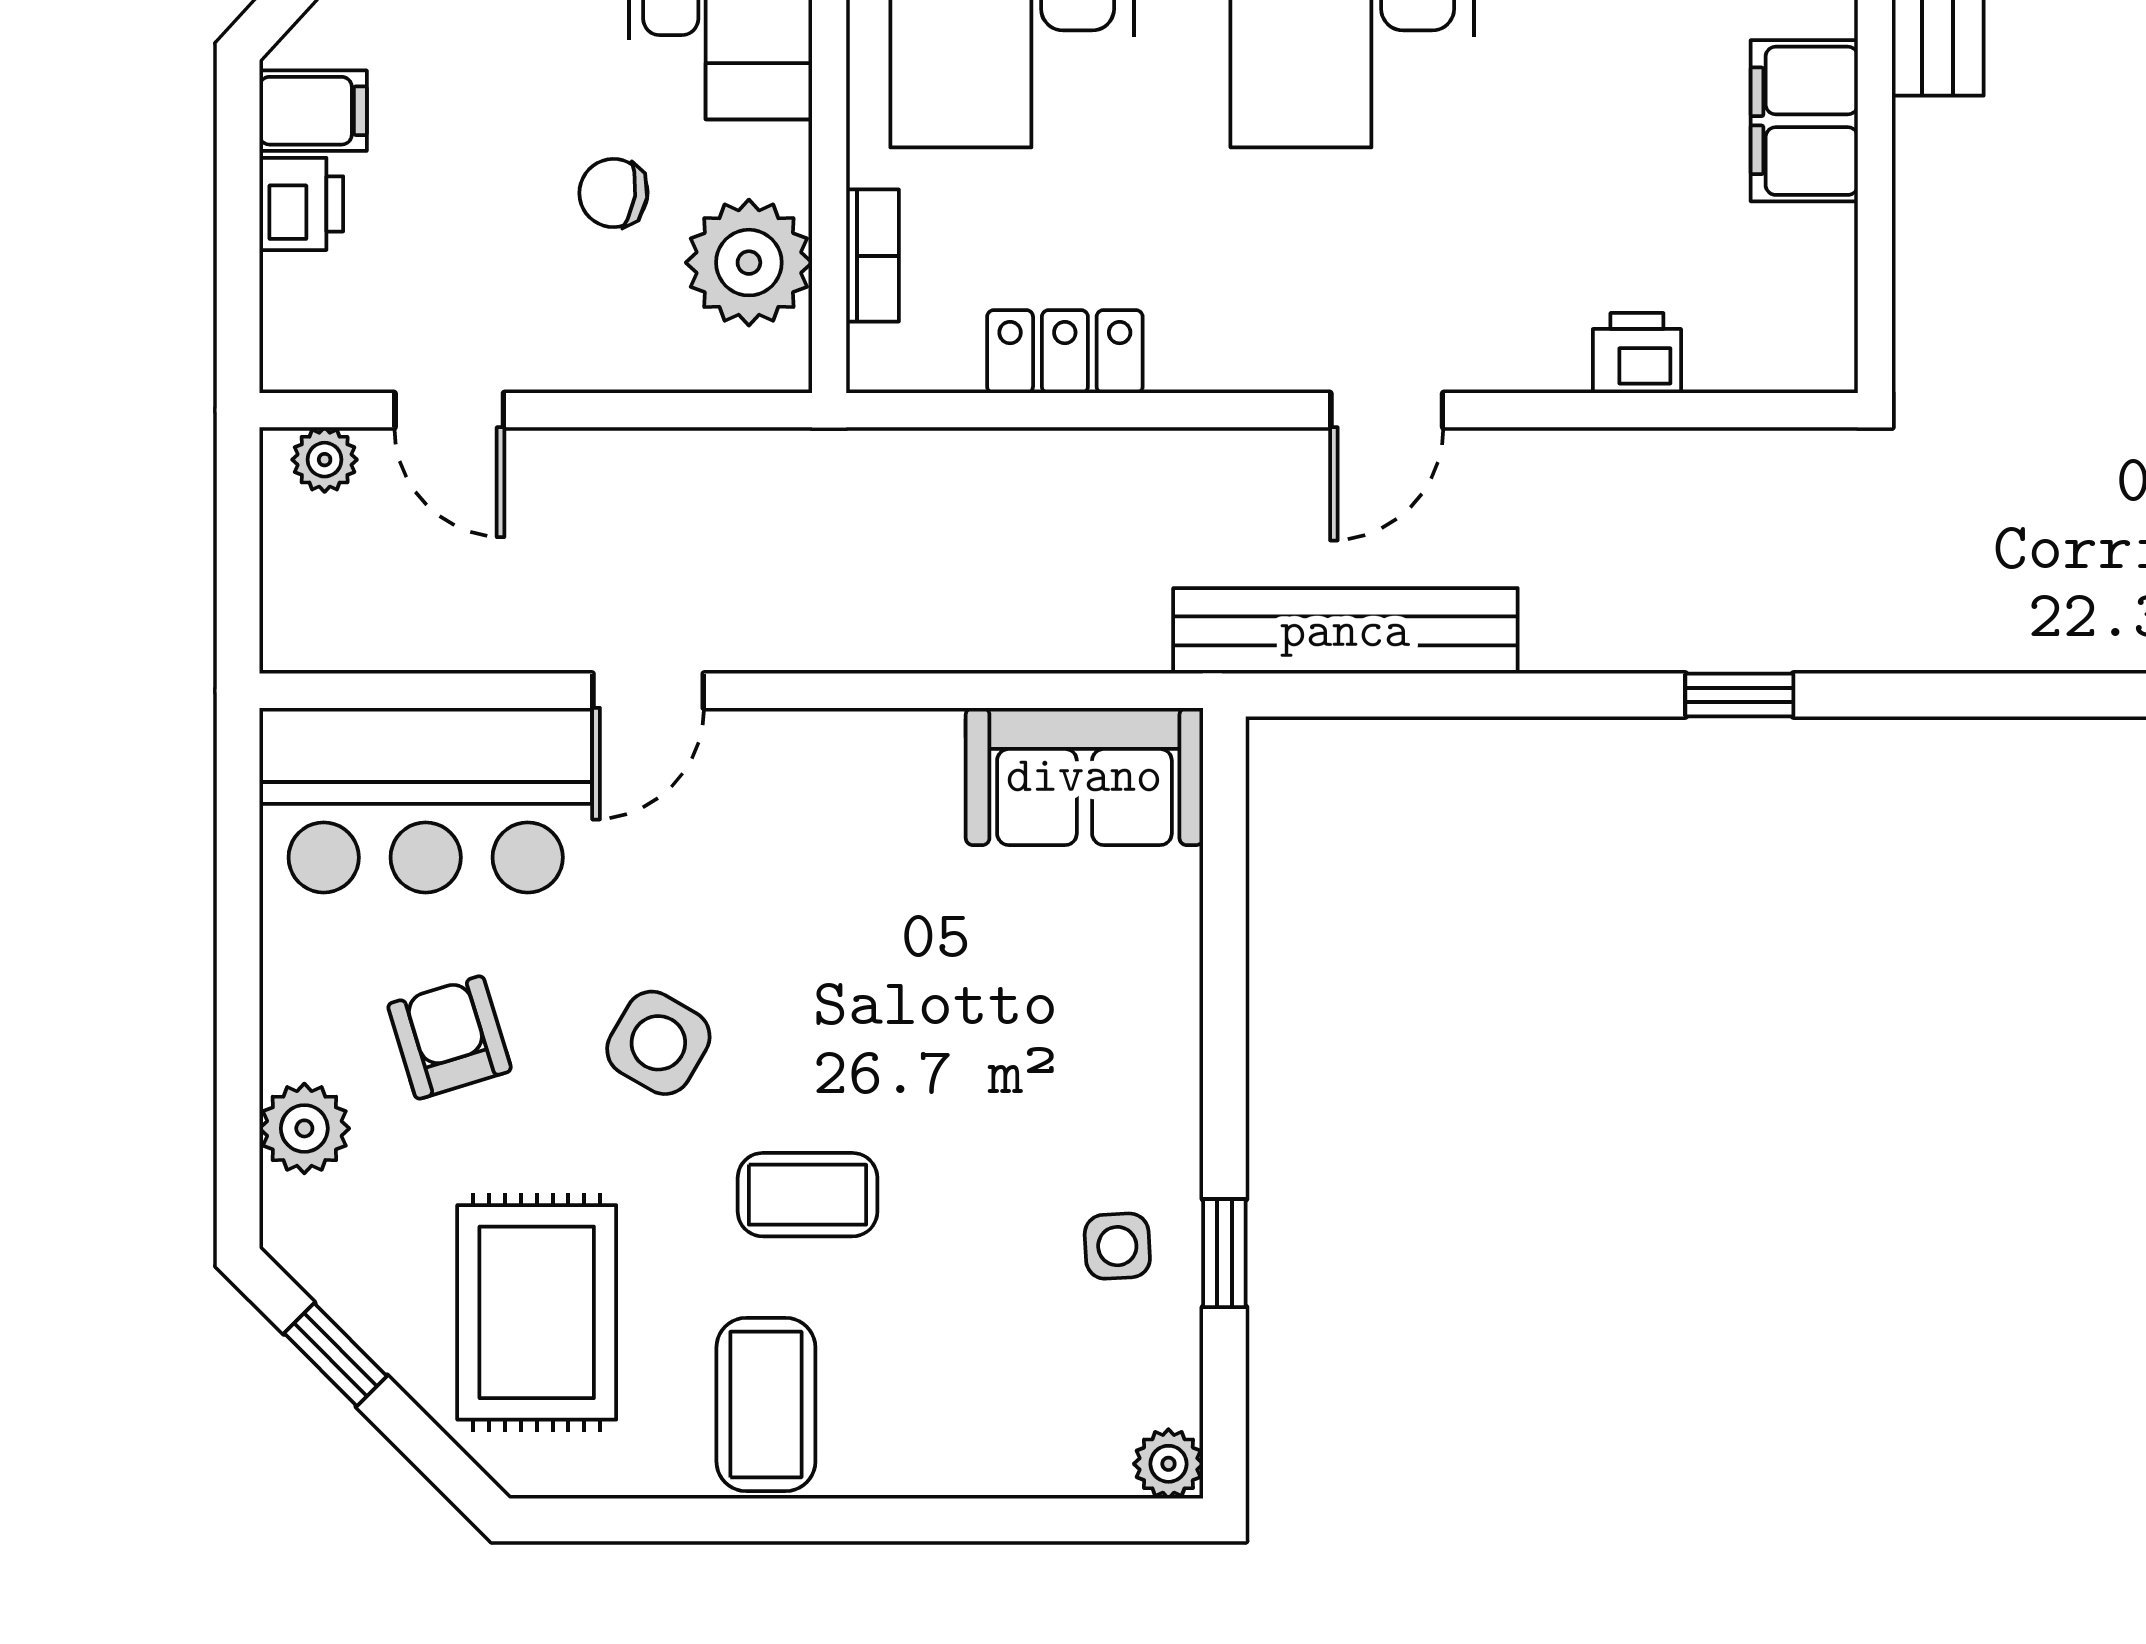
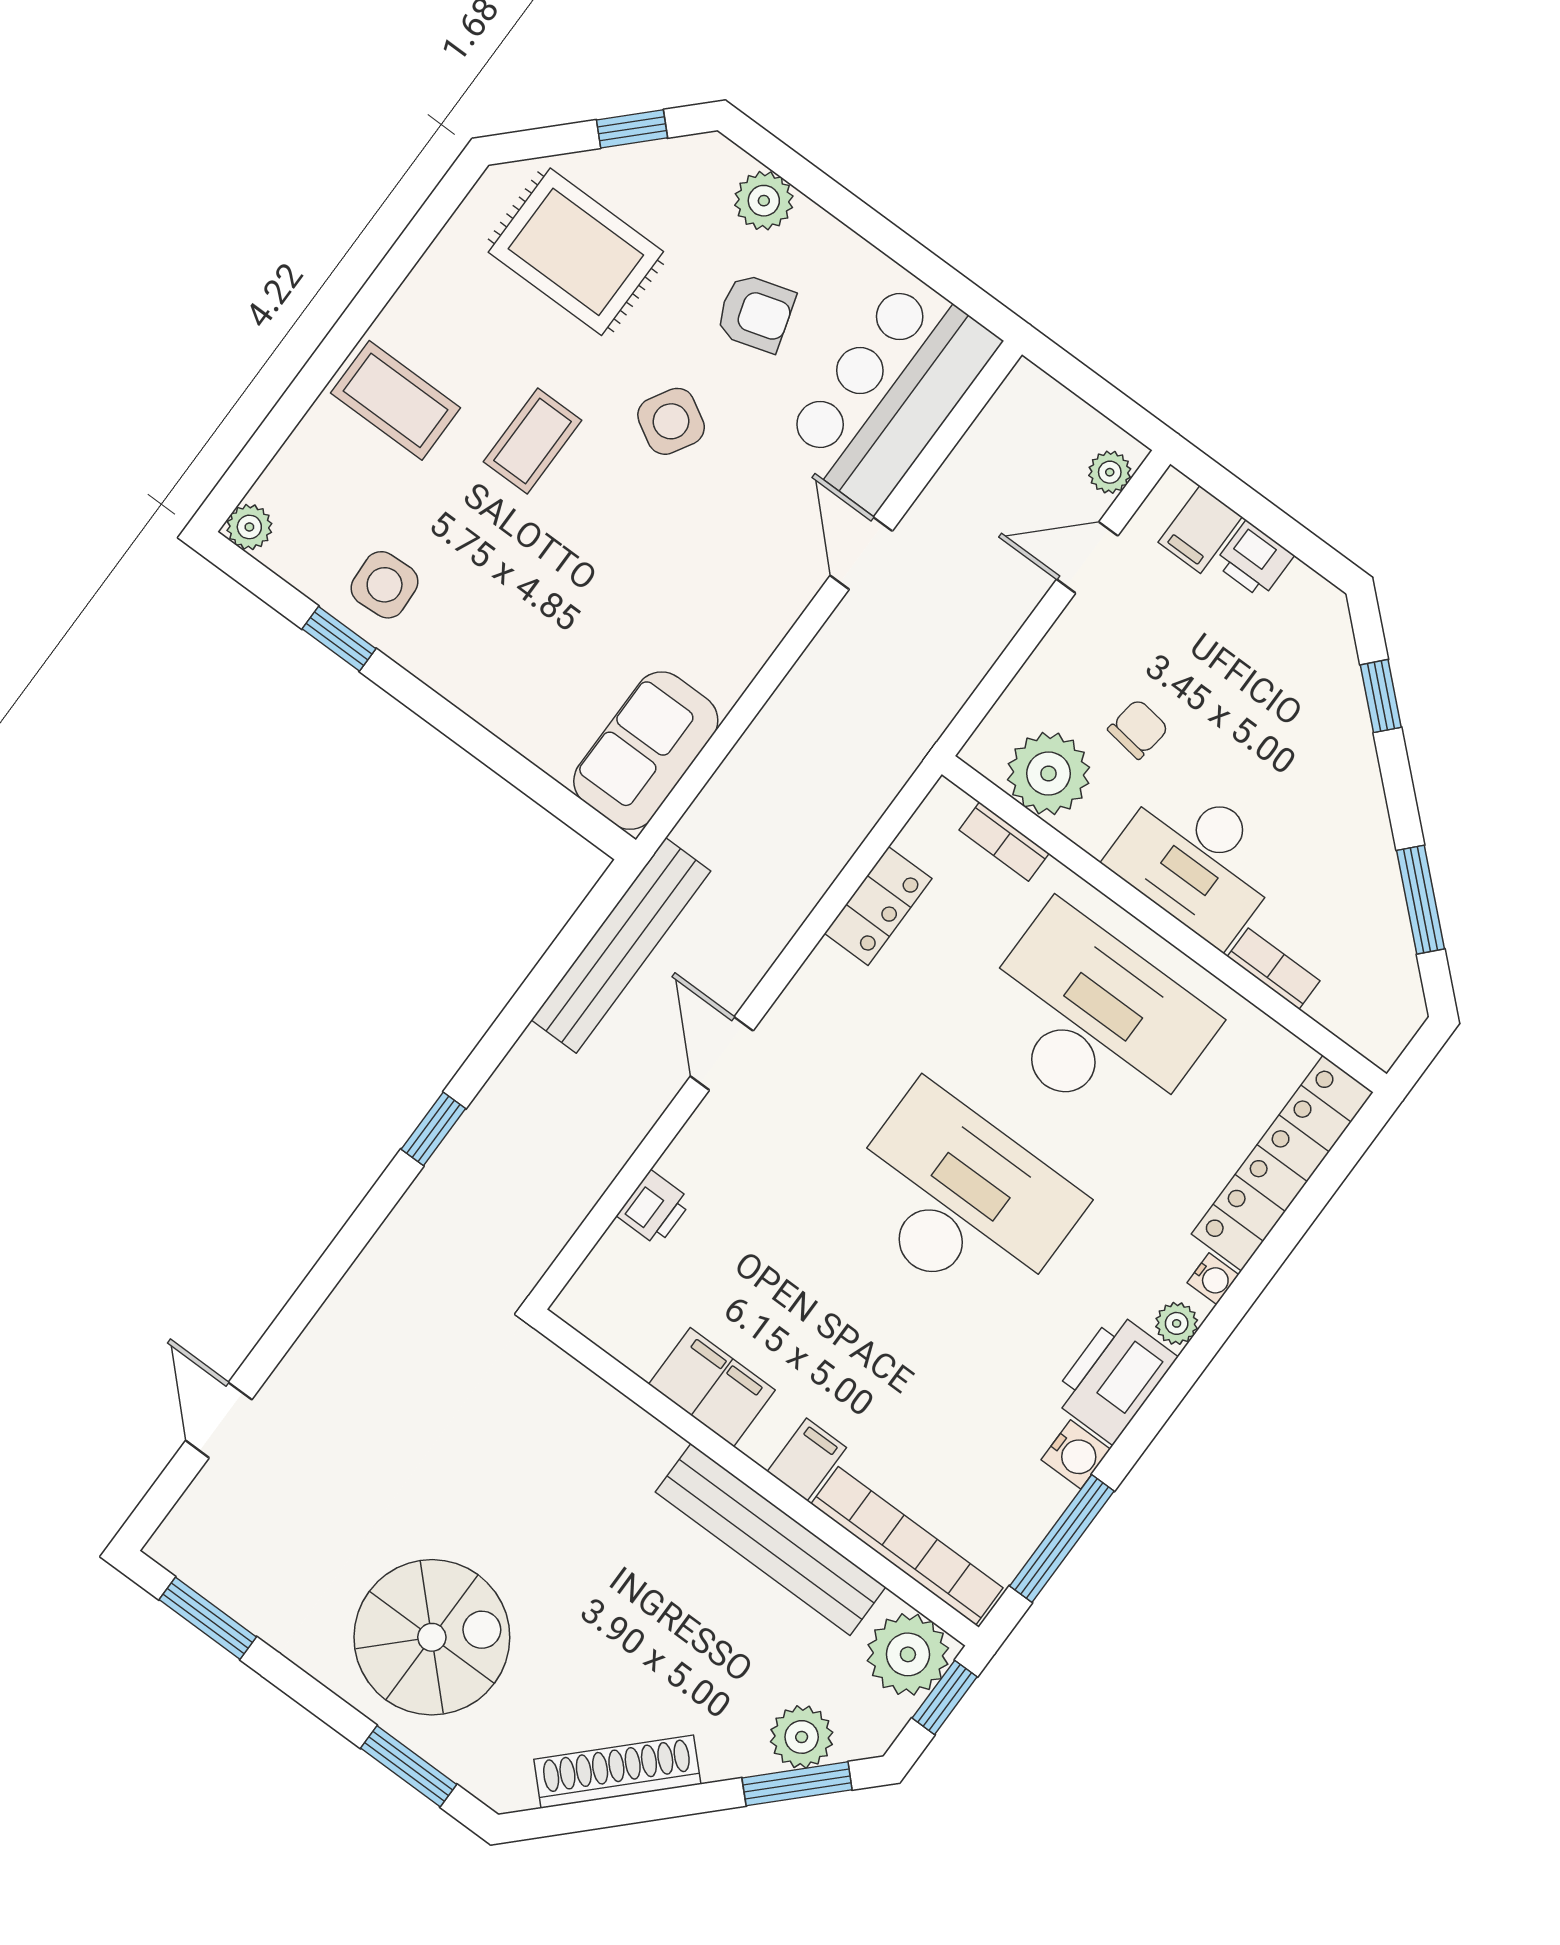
filing cabinet: (313, 111) -> (1200, 529), moved
side table: (1117, 1246) -> (385, 585), width x1.37, depth x1.37
coffee table: (766, 1404) -> (396, 400), moved

